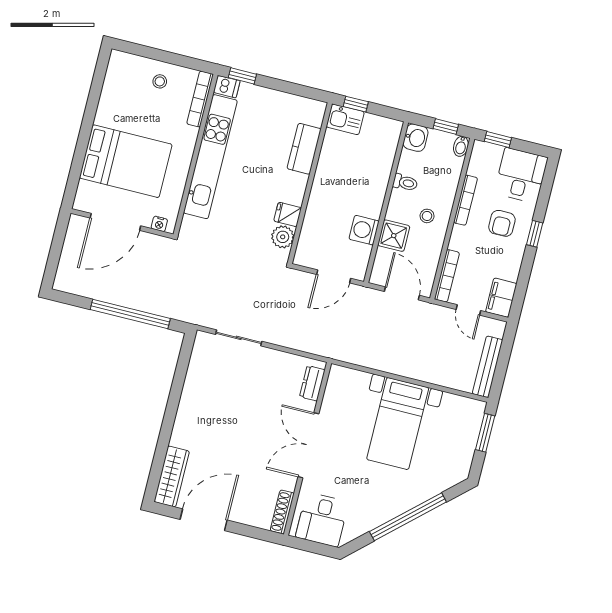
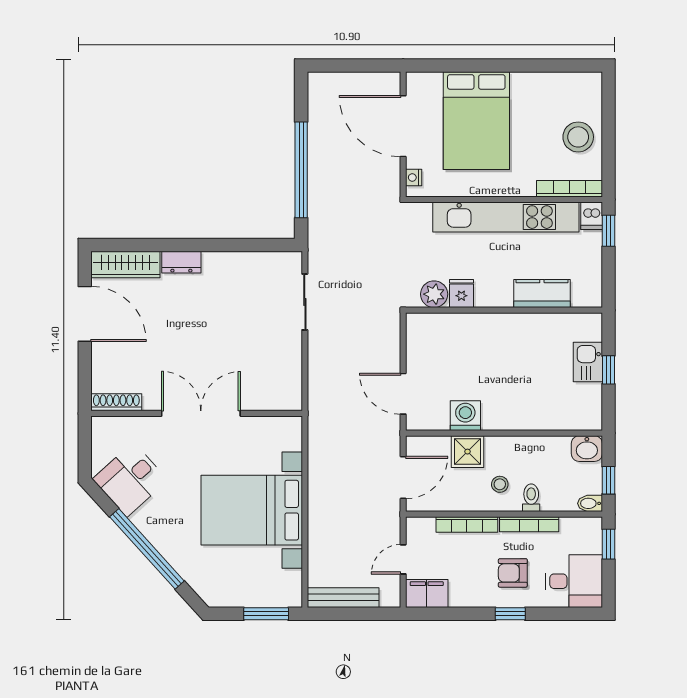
stool: (160, 81) -> (578, 137), width x1.89, depth x1.89
kitchen counter: (304, 149) -> (542, 294), moved
wall: (310, 183) -> (504, 310), moved
toilet: (405, 183) -> (531, 498), moved, turned 180
fridge: (288, 214) -> (461, 293), moved
plant: (283, 237) -> (434, 294), moved
bookcase: (447, 276) -> (467, 525), moved
dresser: (312, 383) -> (181, 262), moved, turned 180
bed with nightstands: (398, 424) -> (252, 510), width x1.36
desk: (322, 520) -> (130, 480), moved, turned -42

